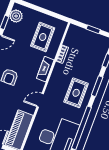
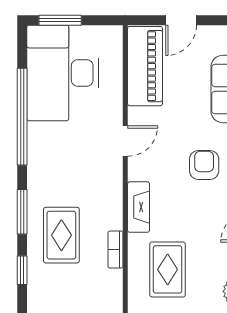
rug: (76, 93) -> (61, 235), moved

